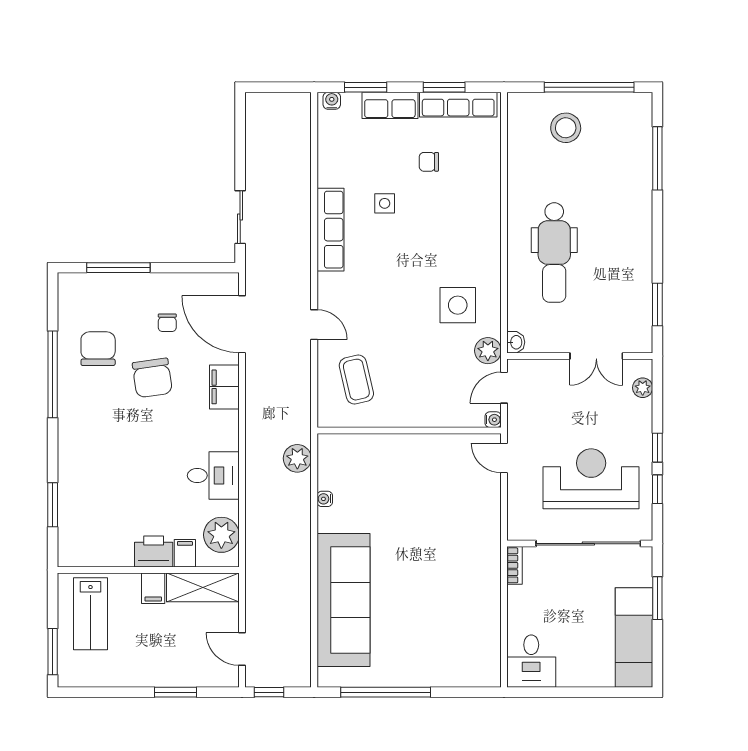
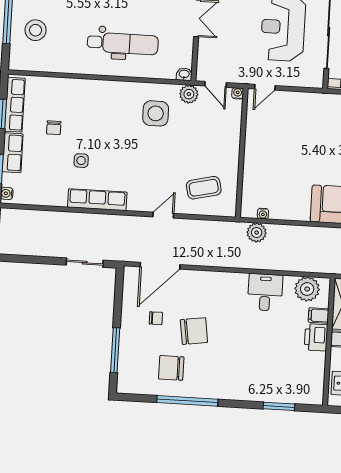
filing cabinet: (224, 387) -> (203, 281), removed
water cooler: (325, 499) -> (263, 214), moved

